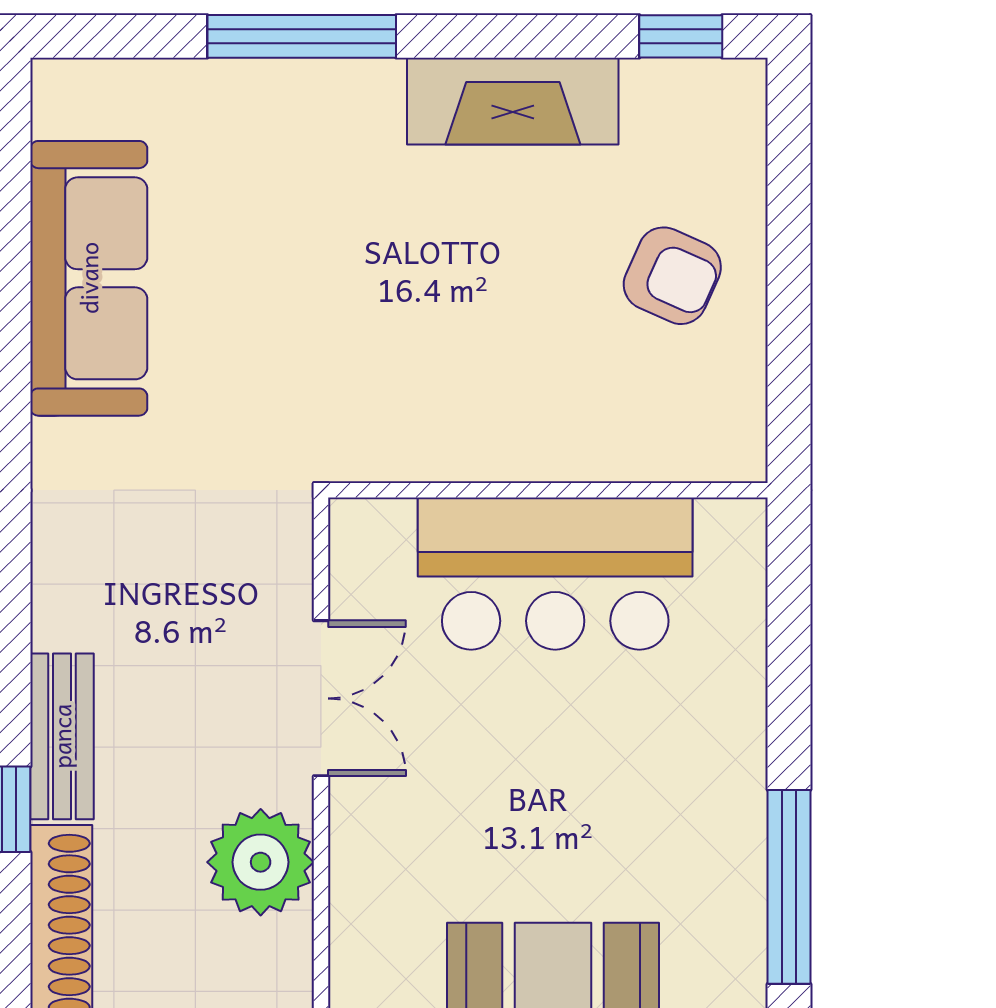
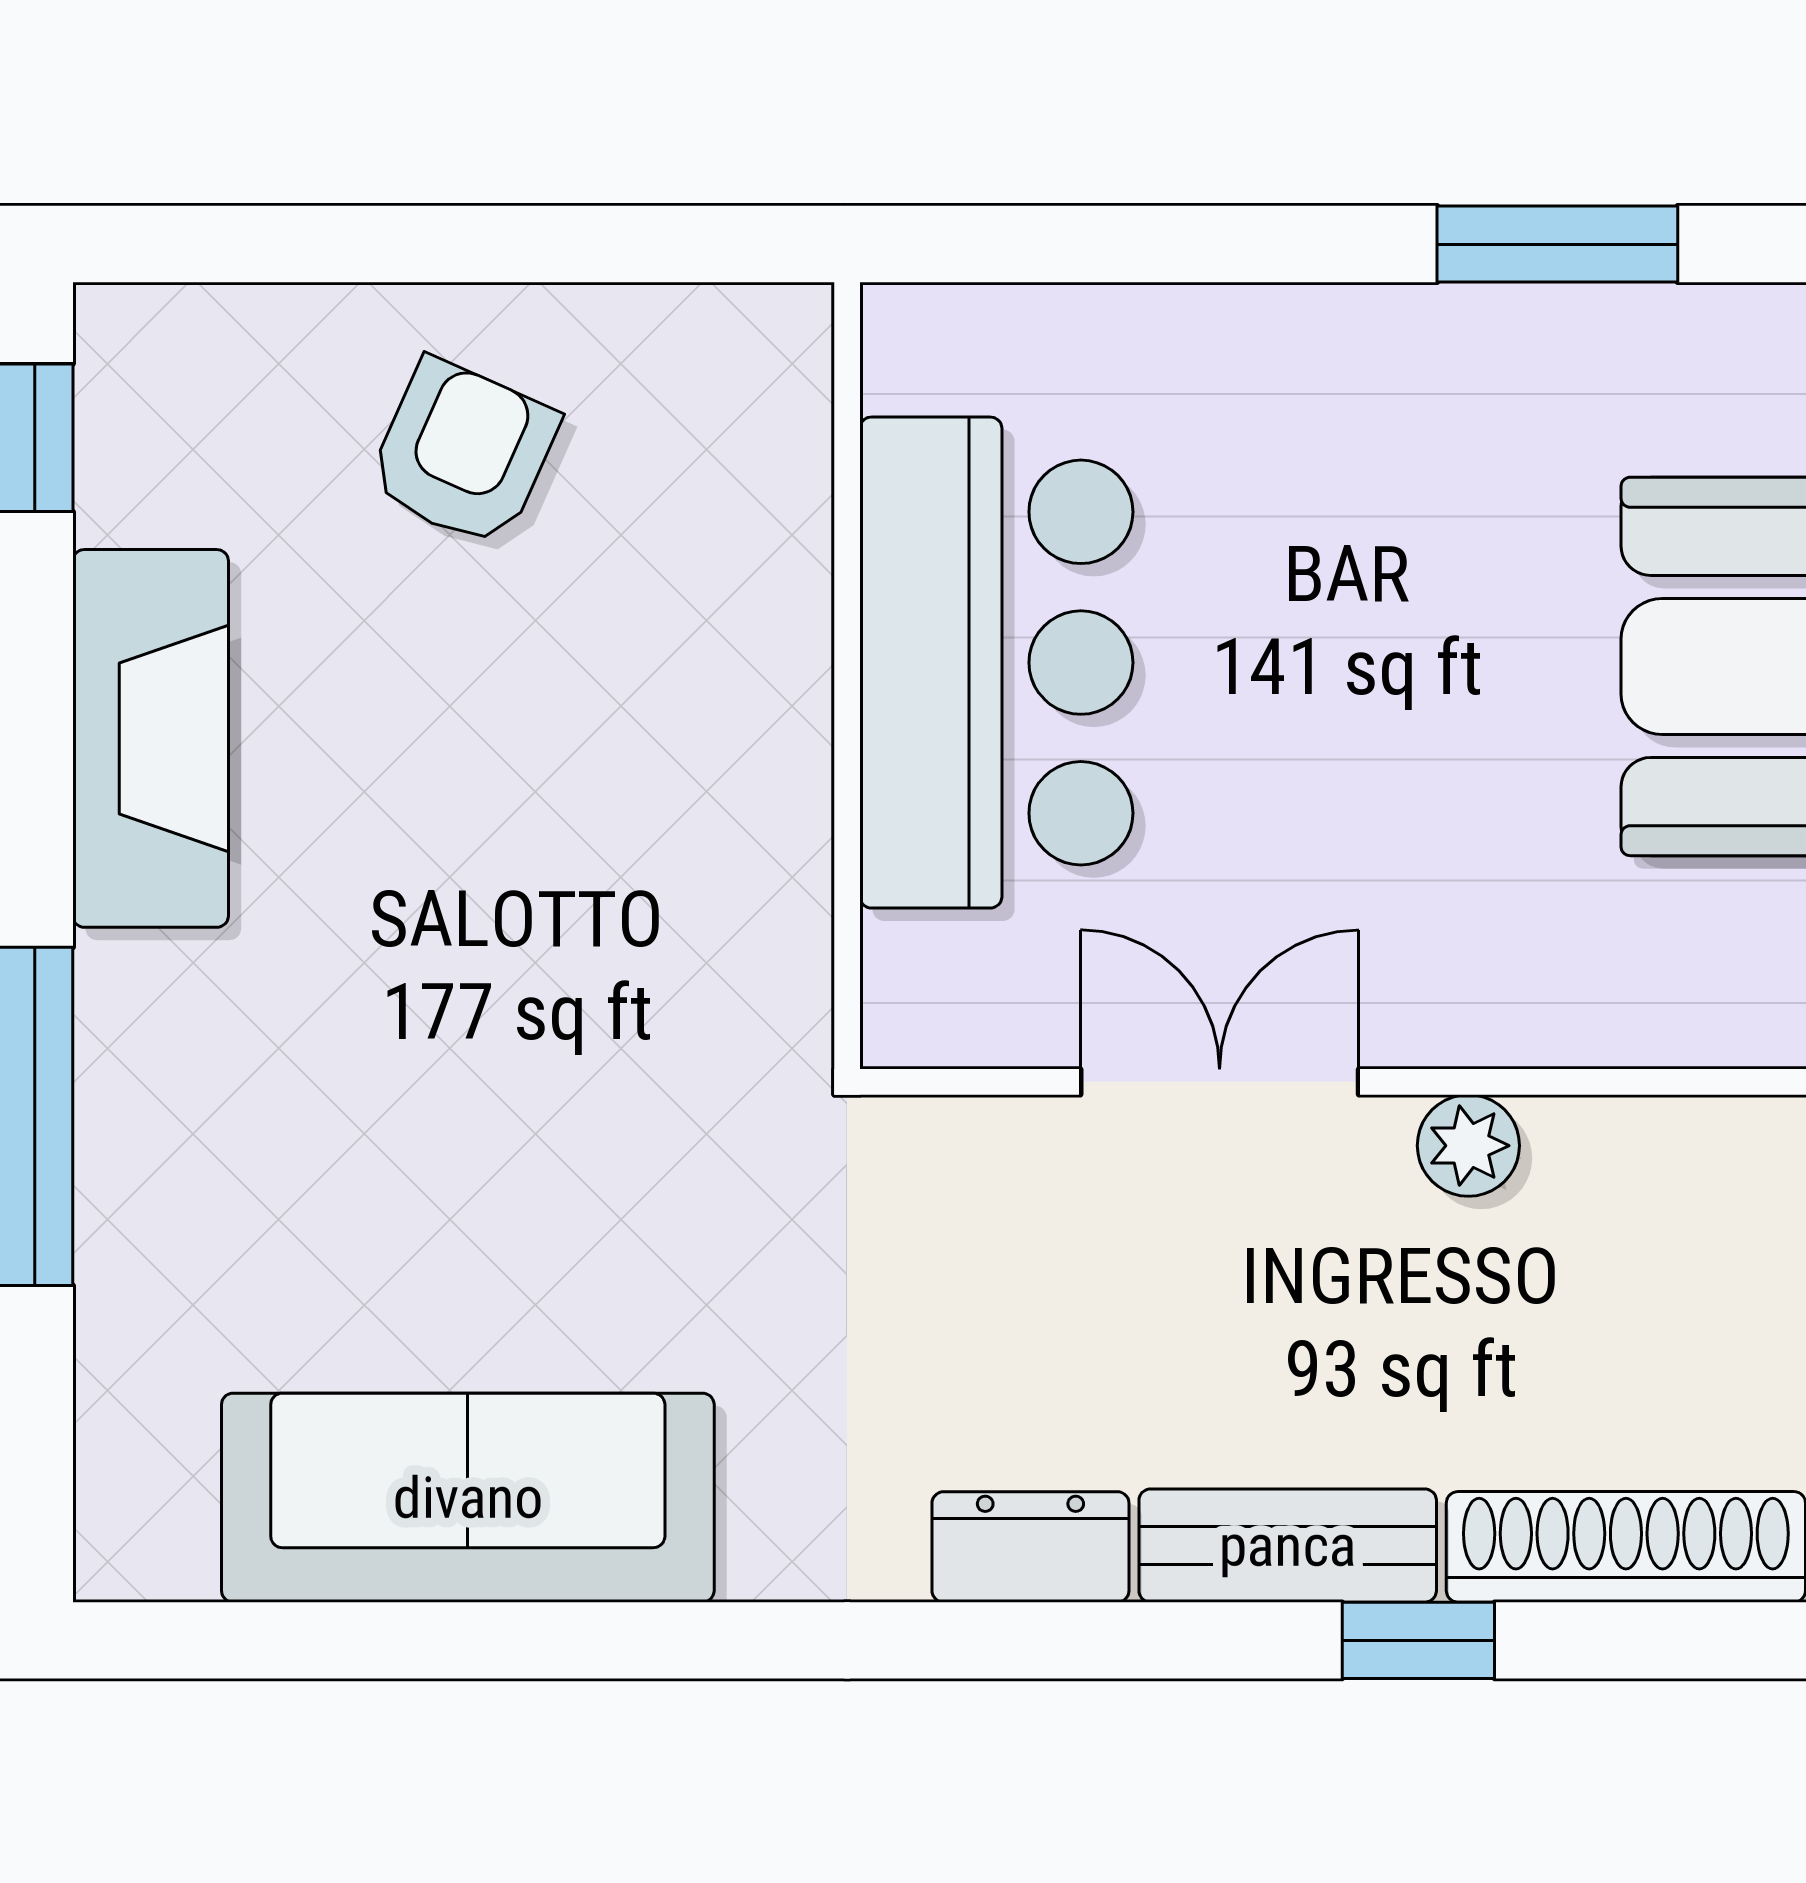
dresser: (61, 593) -> (1030, 1547), added
plant: (261, 862) -> (1468, 1146), width x0.53, depth x0.53
window: (789, 887) -> (1557, 244), width x0.69

